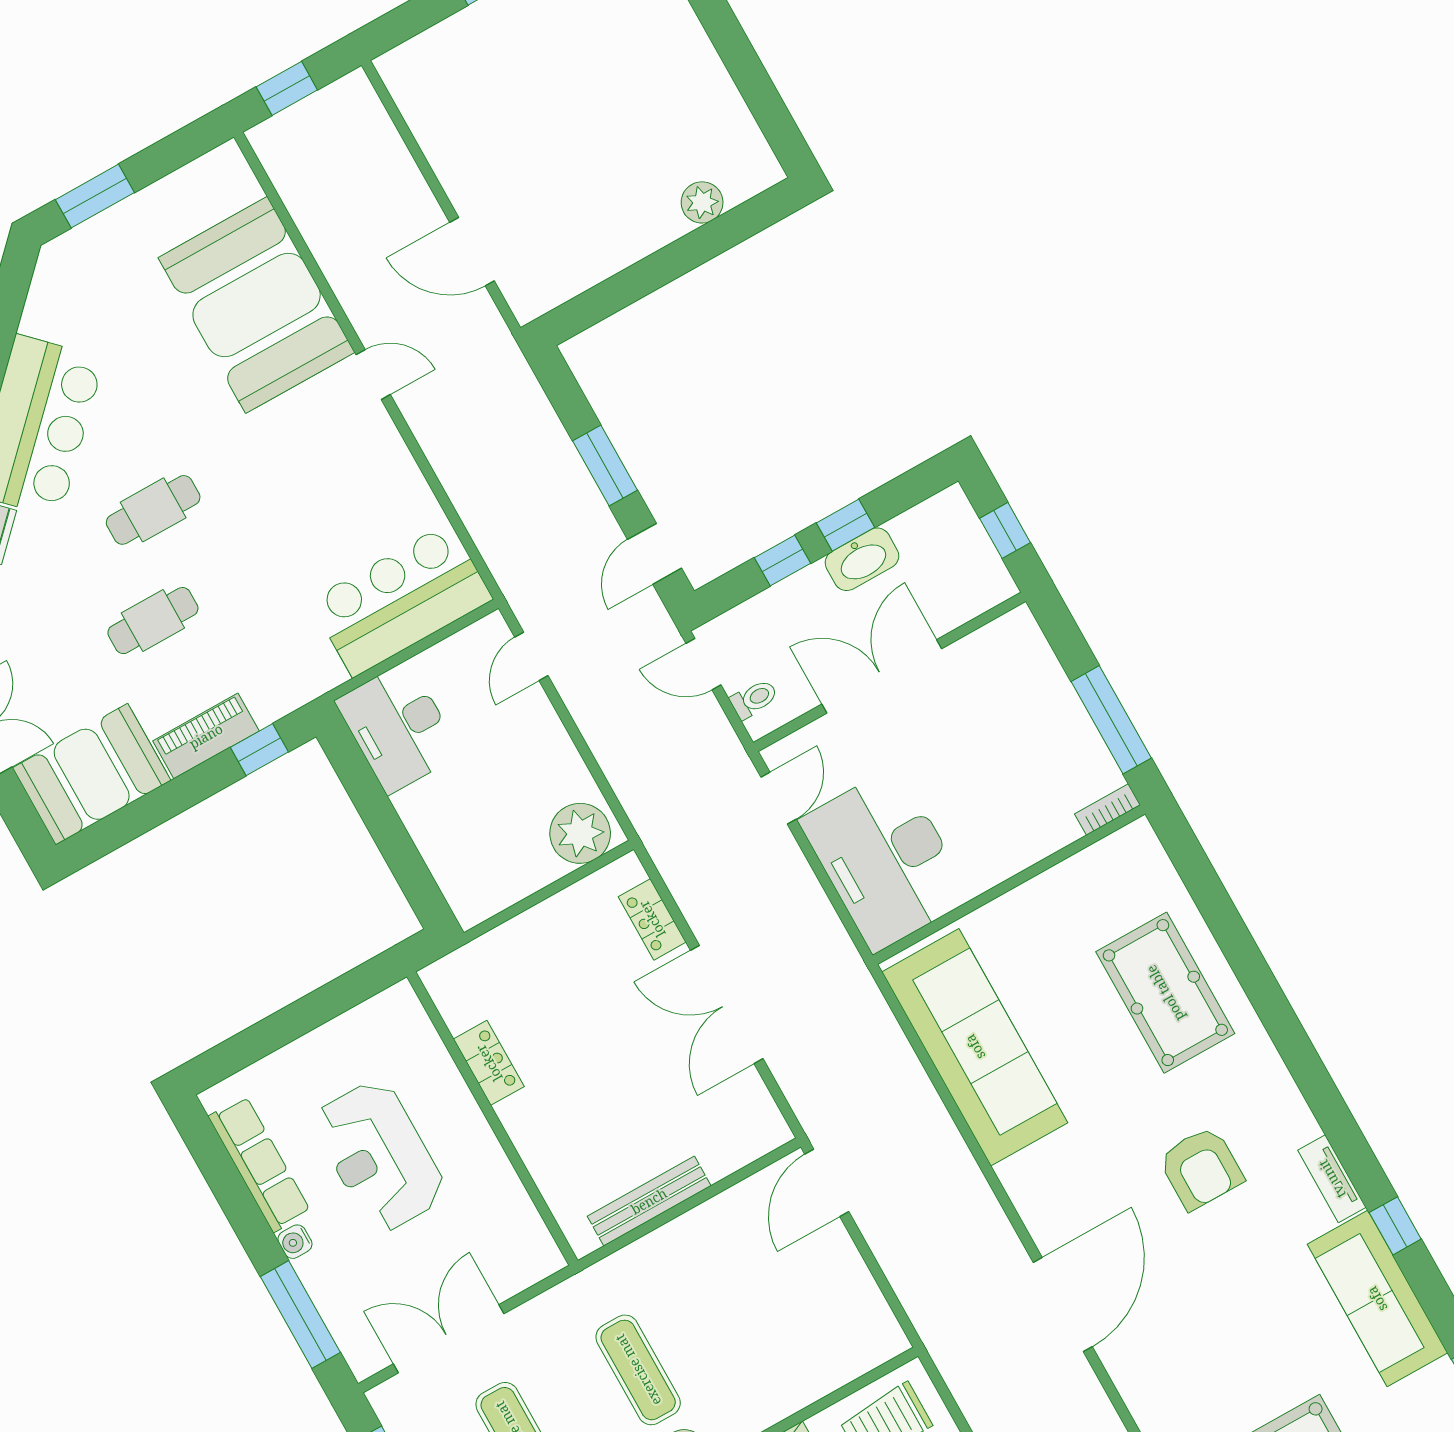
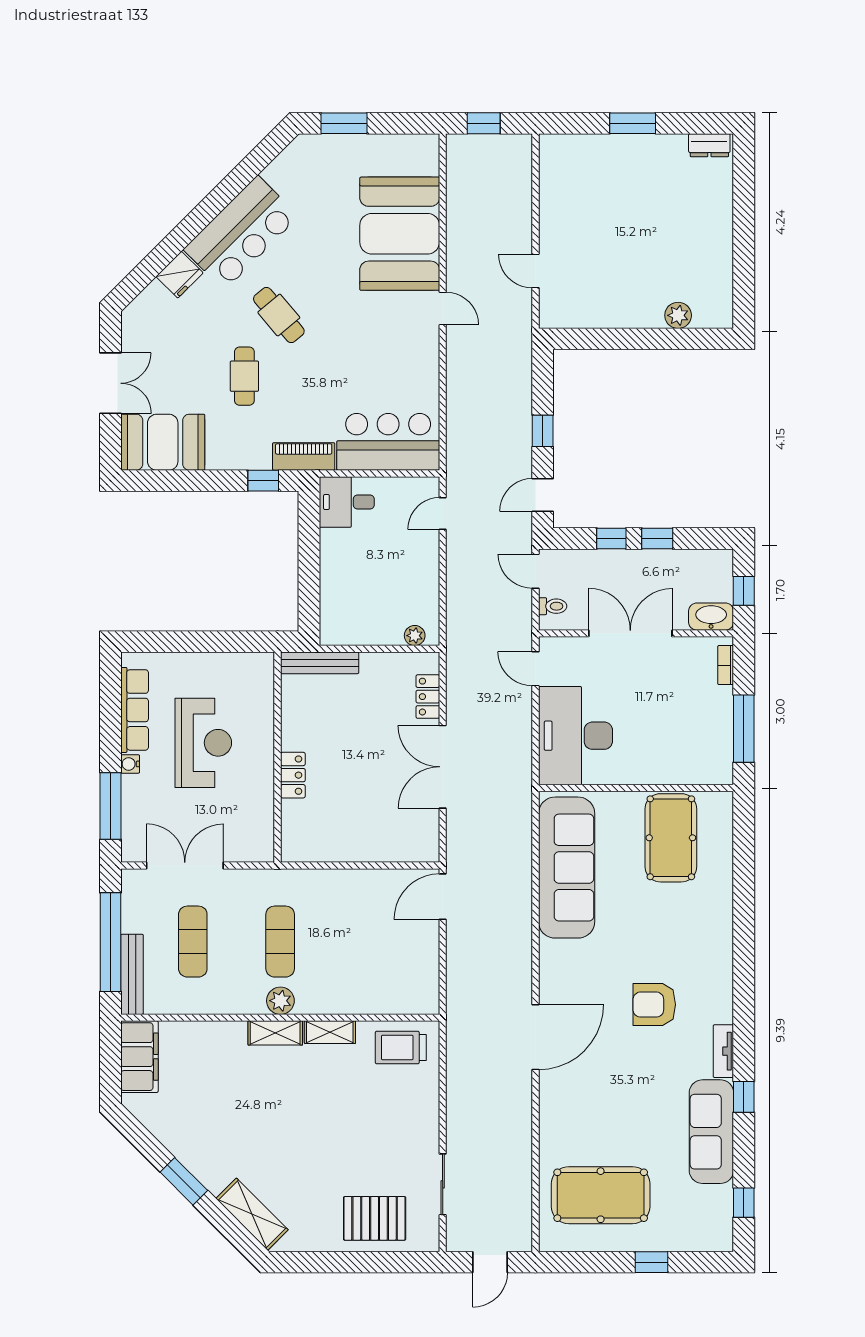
door: (472, 252) -> (535, 271), width x0.73
window: (605, 466) -> (543, 431), width x0.67
cafe table: (153, 510) -> (279, 315), turned 50
washbasin: (862, 559) -> (711, 617), moved, turned 180
cafe table: (153, 621) -> (244, 376), turned 90
desk: (398, 728) -> (347, 502), width x0.73
piano: (206, 736) -> (304, 456), moved
door: (779, 798) -> (535, 669), swing flipped
bookcase: (1107, 810) -> (726, 665), moved, turned -90
plant: (580, 833) -> (415, 636), width x0.53, depth x0.53
pool table: (1165, 993) -> (671, 838), moved
locker: (489, 1063) -> (293, 775), moved
reception desk: (379, 1156) -> (203, 743), turned 180
armchair: (1201, 1168) -> (654, 1005), turned 90
bench: (649, 1201) -> (320, 663), moved

